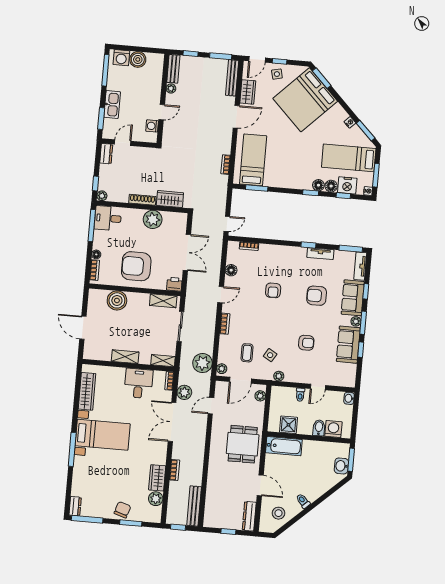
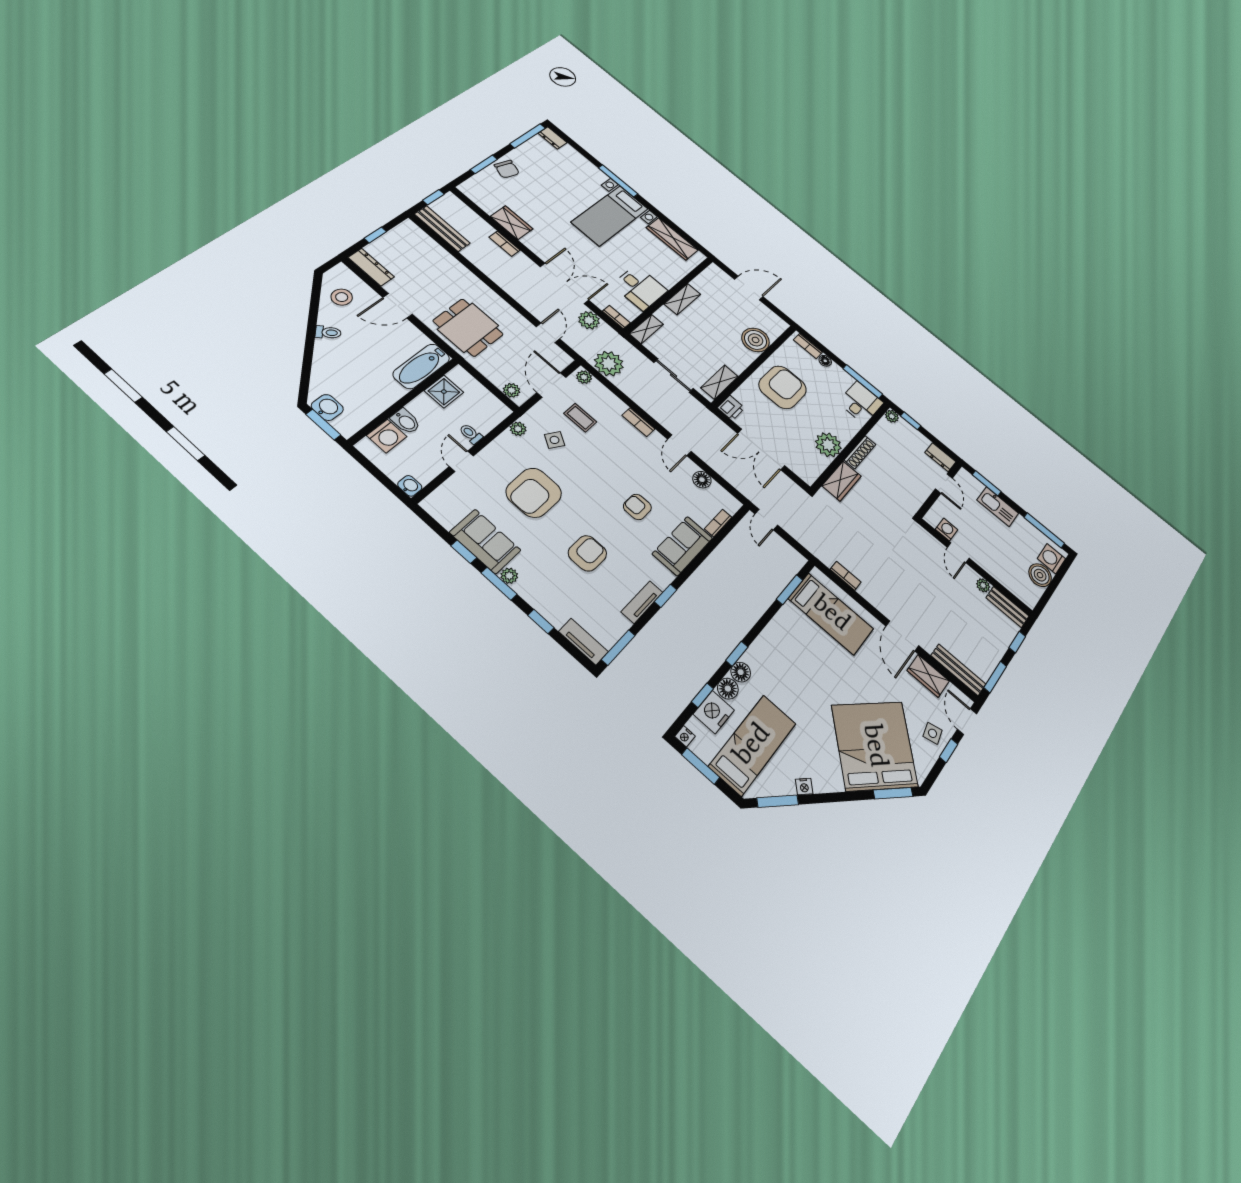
sofa: (353, 298) -> (682, 546), moved, turned -90
armchair: (306, 343) -> (534, 493), width x1.88, depth x1.88
plant: (156, 499) -> (489, 204), removed

